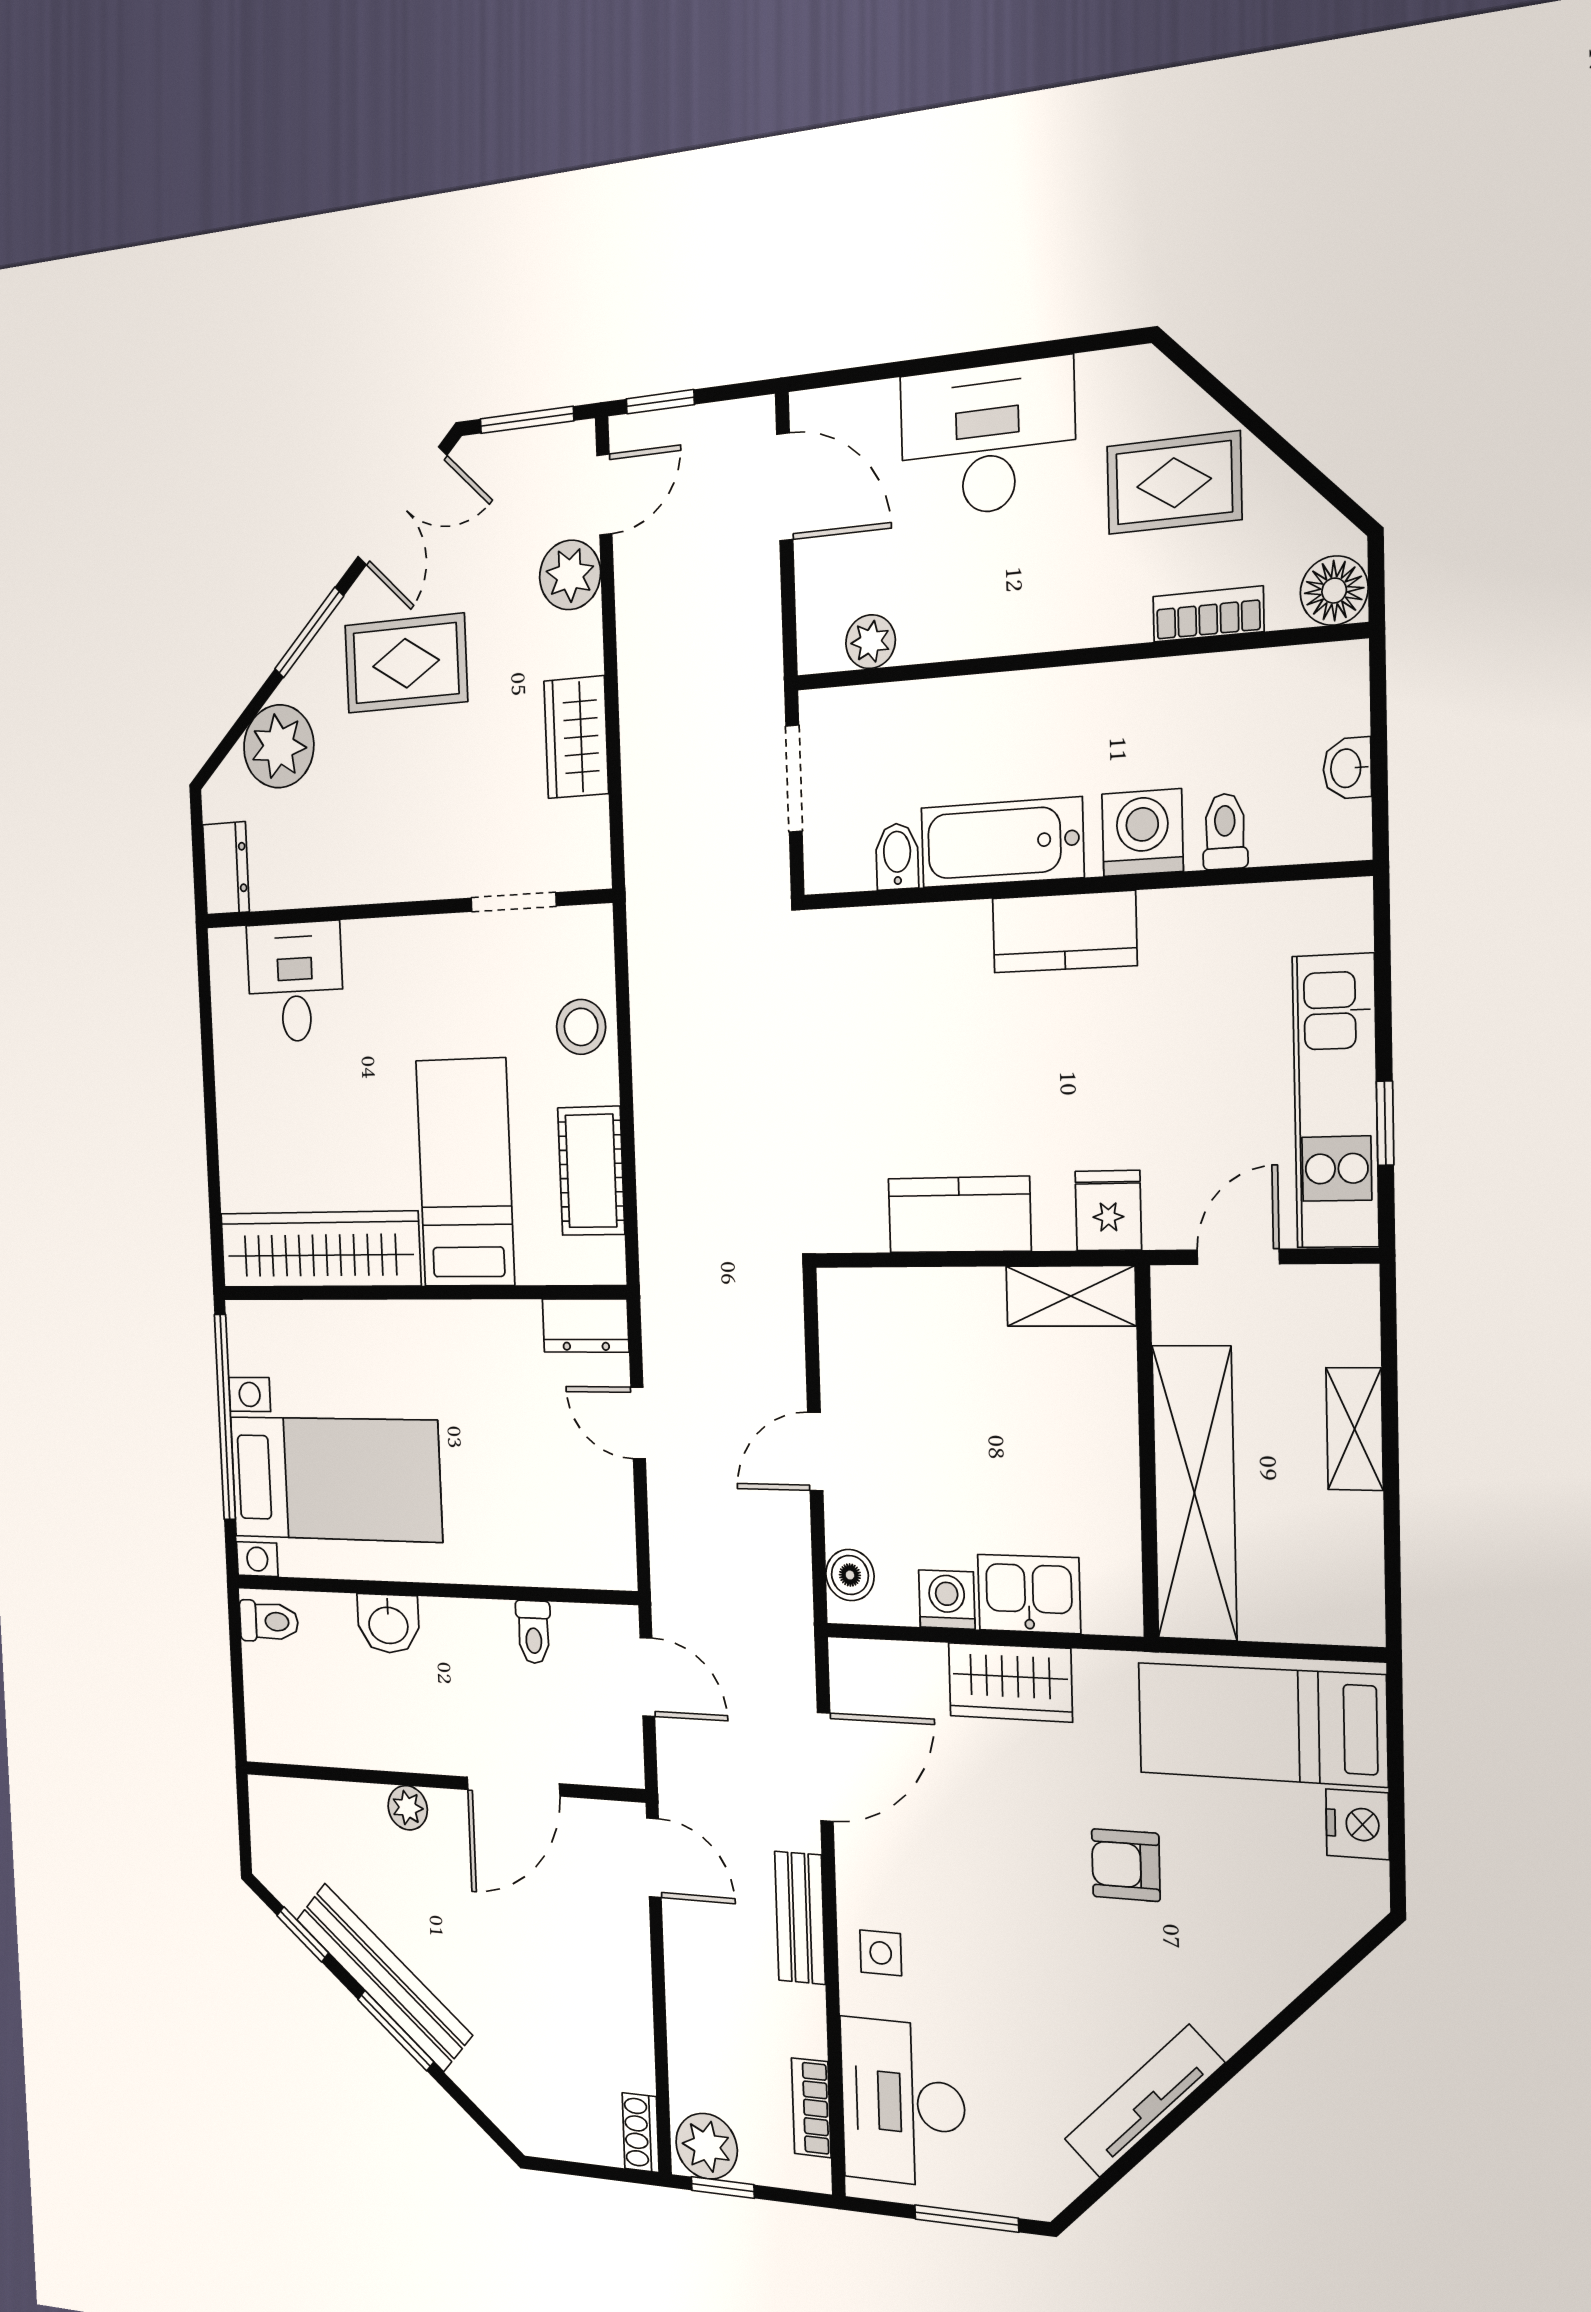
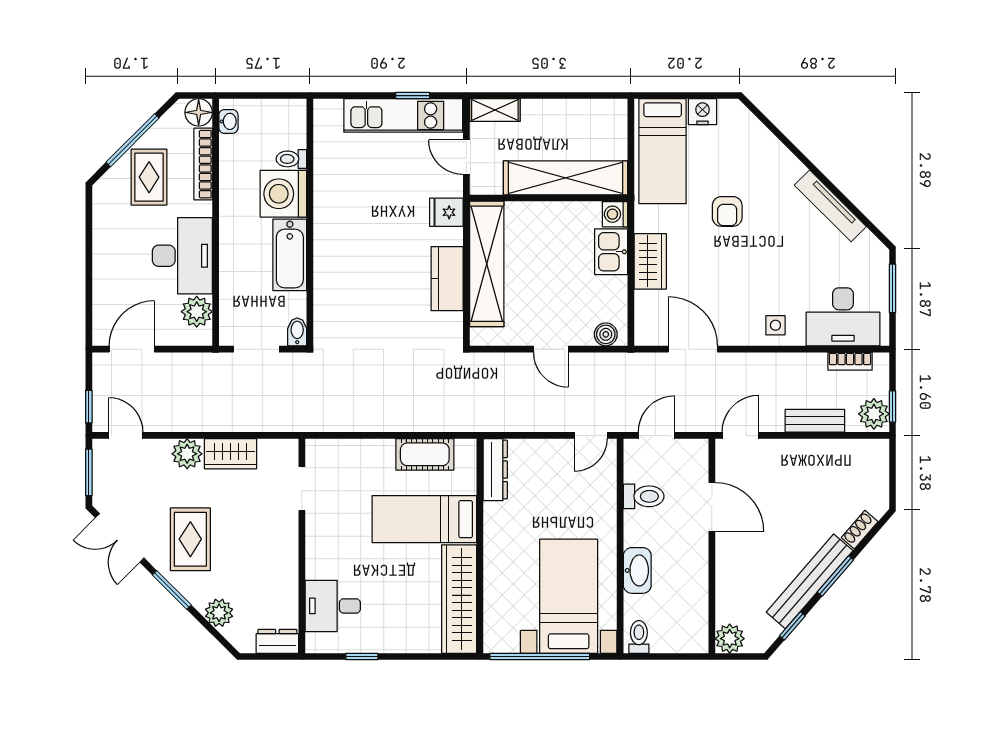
window: (1263, 431) -> (133, 140), added
desk: (988, 438) -> (182, 256), moved, turned 180
double door: (402, 506) -> (120, 538), swing flipped
plant: (570, 575) -> (187, 454), moved
bookcase: (1208, 614) -> (203, 164), width x1.56
plant: (871, 642) -> (197, 312), width x1.38, depth x1.38
plant: (279, 746) -> (219, 613), width x0.73, depth x0.73
washbasin: (1347, 768) -> (228, 121), moved, turned -90
washing machine: (1142, 833) -> (283, 194), width x1.37, depth x1.37
bidet: (897, 856) -> (297, 332), moved, turned 90
kitchen counter: (1064, 932) -> (329, 229), removed
stool: (581, 1027) -> (360, 457), removed
window: (207, 1048) -> (362, 656), added
shelving: (1071, 1296) -> (487, 264), width x2.20, depth x1.33
dresser: (585, 1326) -> (495, 470), width x1.44
door: (638, 1423) -> (591, 435), moved
shelving: (1354, 1429) -> (495, 110), moved
washing machine: (947, 1599) -> (615, 214), moved
washbasin: (388, 1624) -> (637, 570), width x1.38
toilet: (534, 1632) -> (644, 496), width x1.37, depth x1.39
plant: (408, 1808) -> (730, 639), moved, width x1.38, depth x1.38
bench: (800, 1918) -> (815, 421), moved
shoe rack: (641, 2133) -> (860, 530), moved, turned 131

